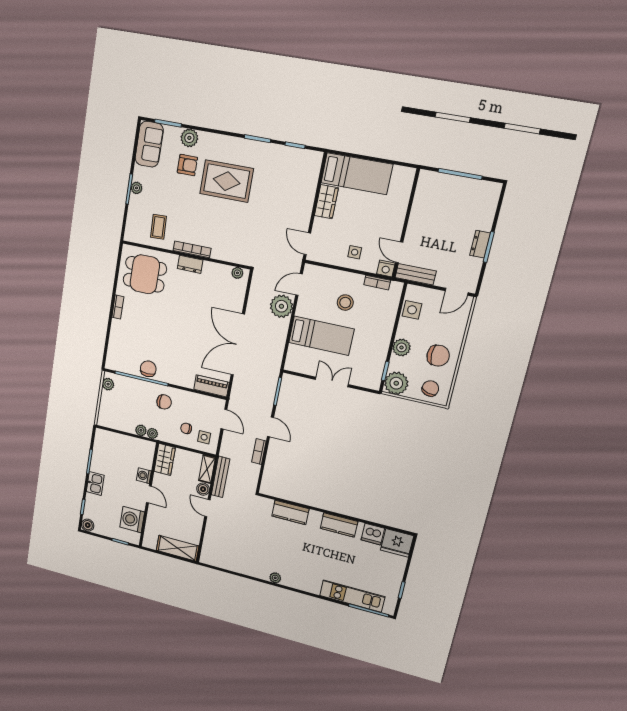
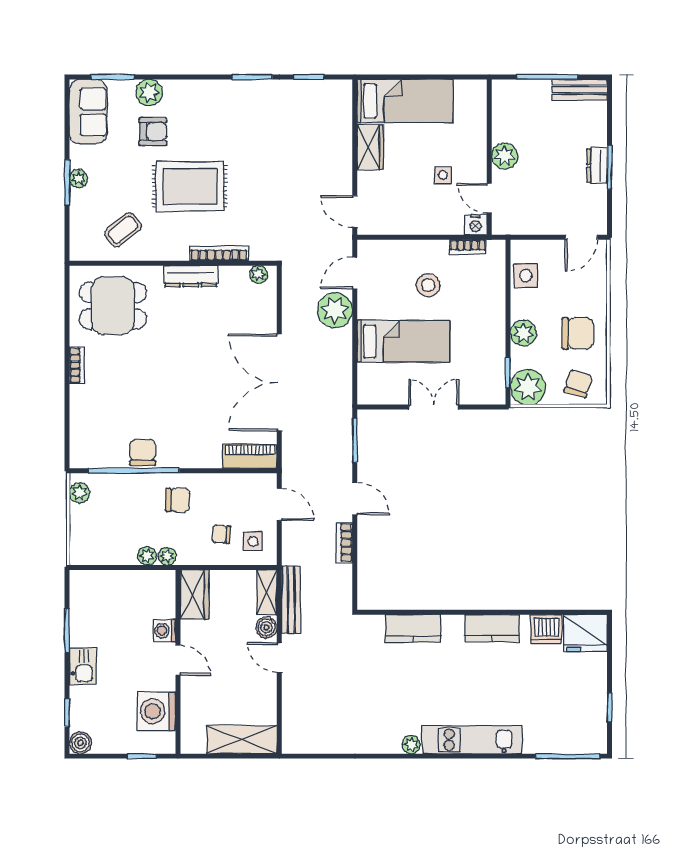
rug: (227, 181) -> (190, 186), moved
plant: (417, 225) -> (505, 156), added
coffee table: (158, 227) -> (123, 230), turned 53
bookcase: (192, 249) -> (219, 253), moved
side table: (355, 252) -> (443, 175), moved
dresser: (190, 264) -> (191, 276), width x1.44
bench: (416, 274) -> (580, 90), moved
kitchen unit: (352, 596) -> (472, 740), moved

